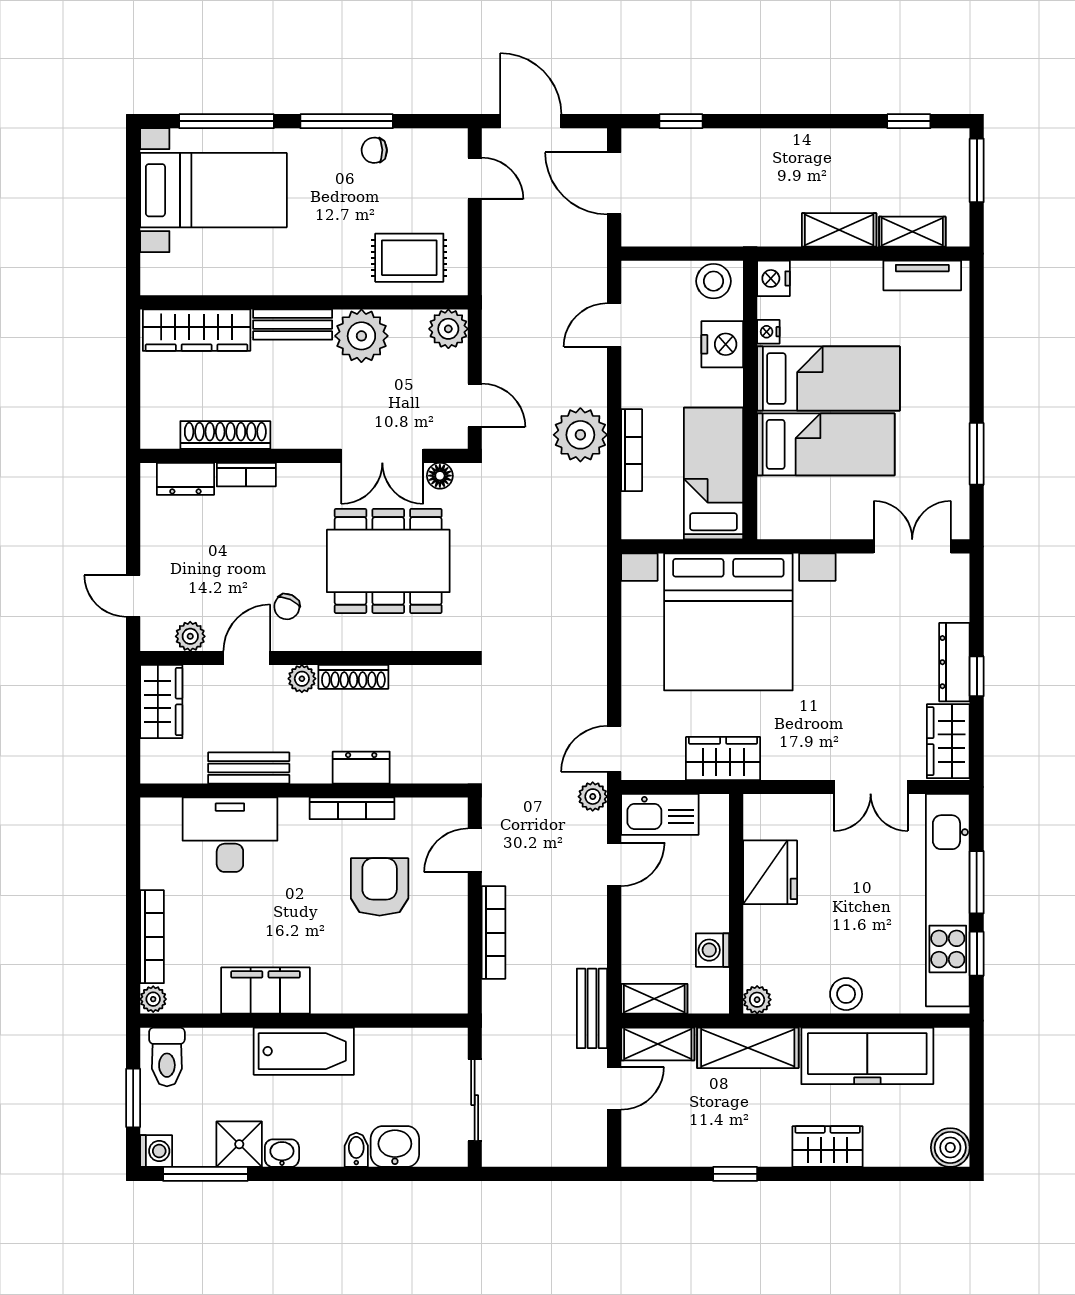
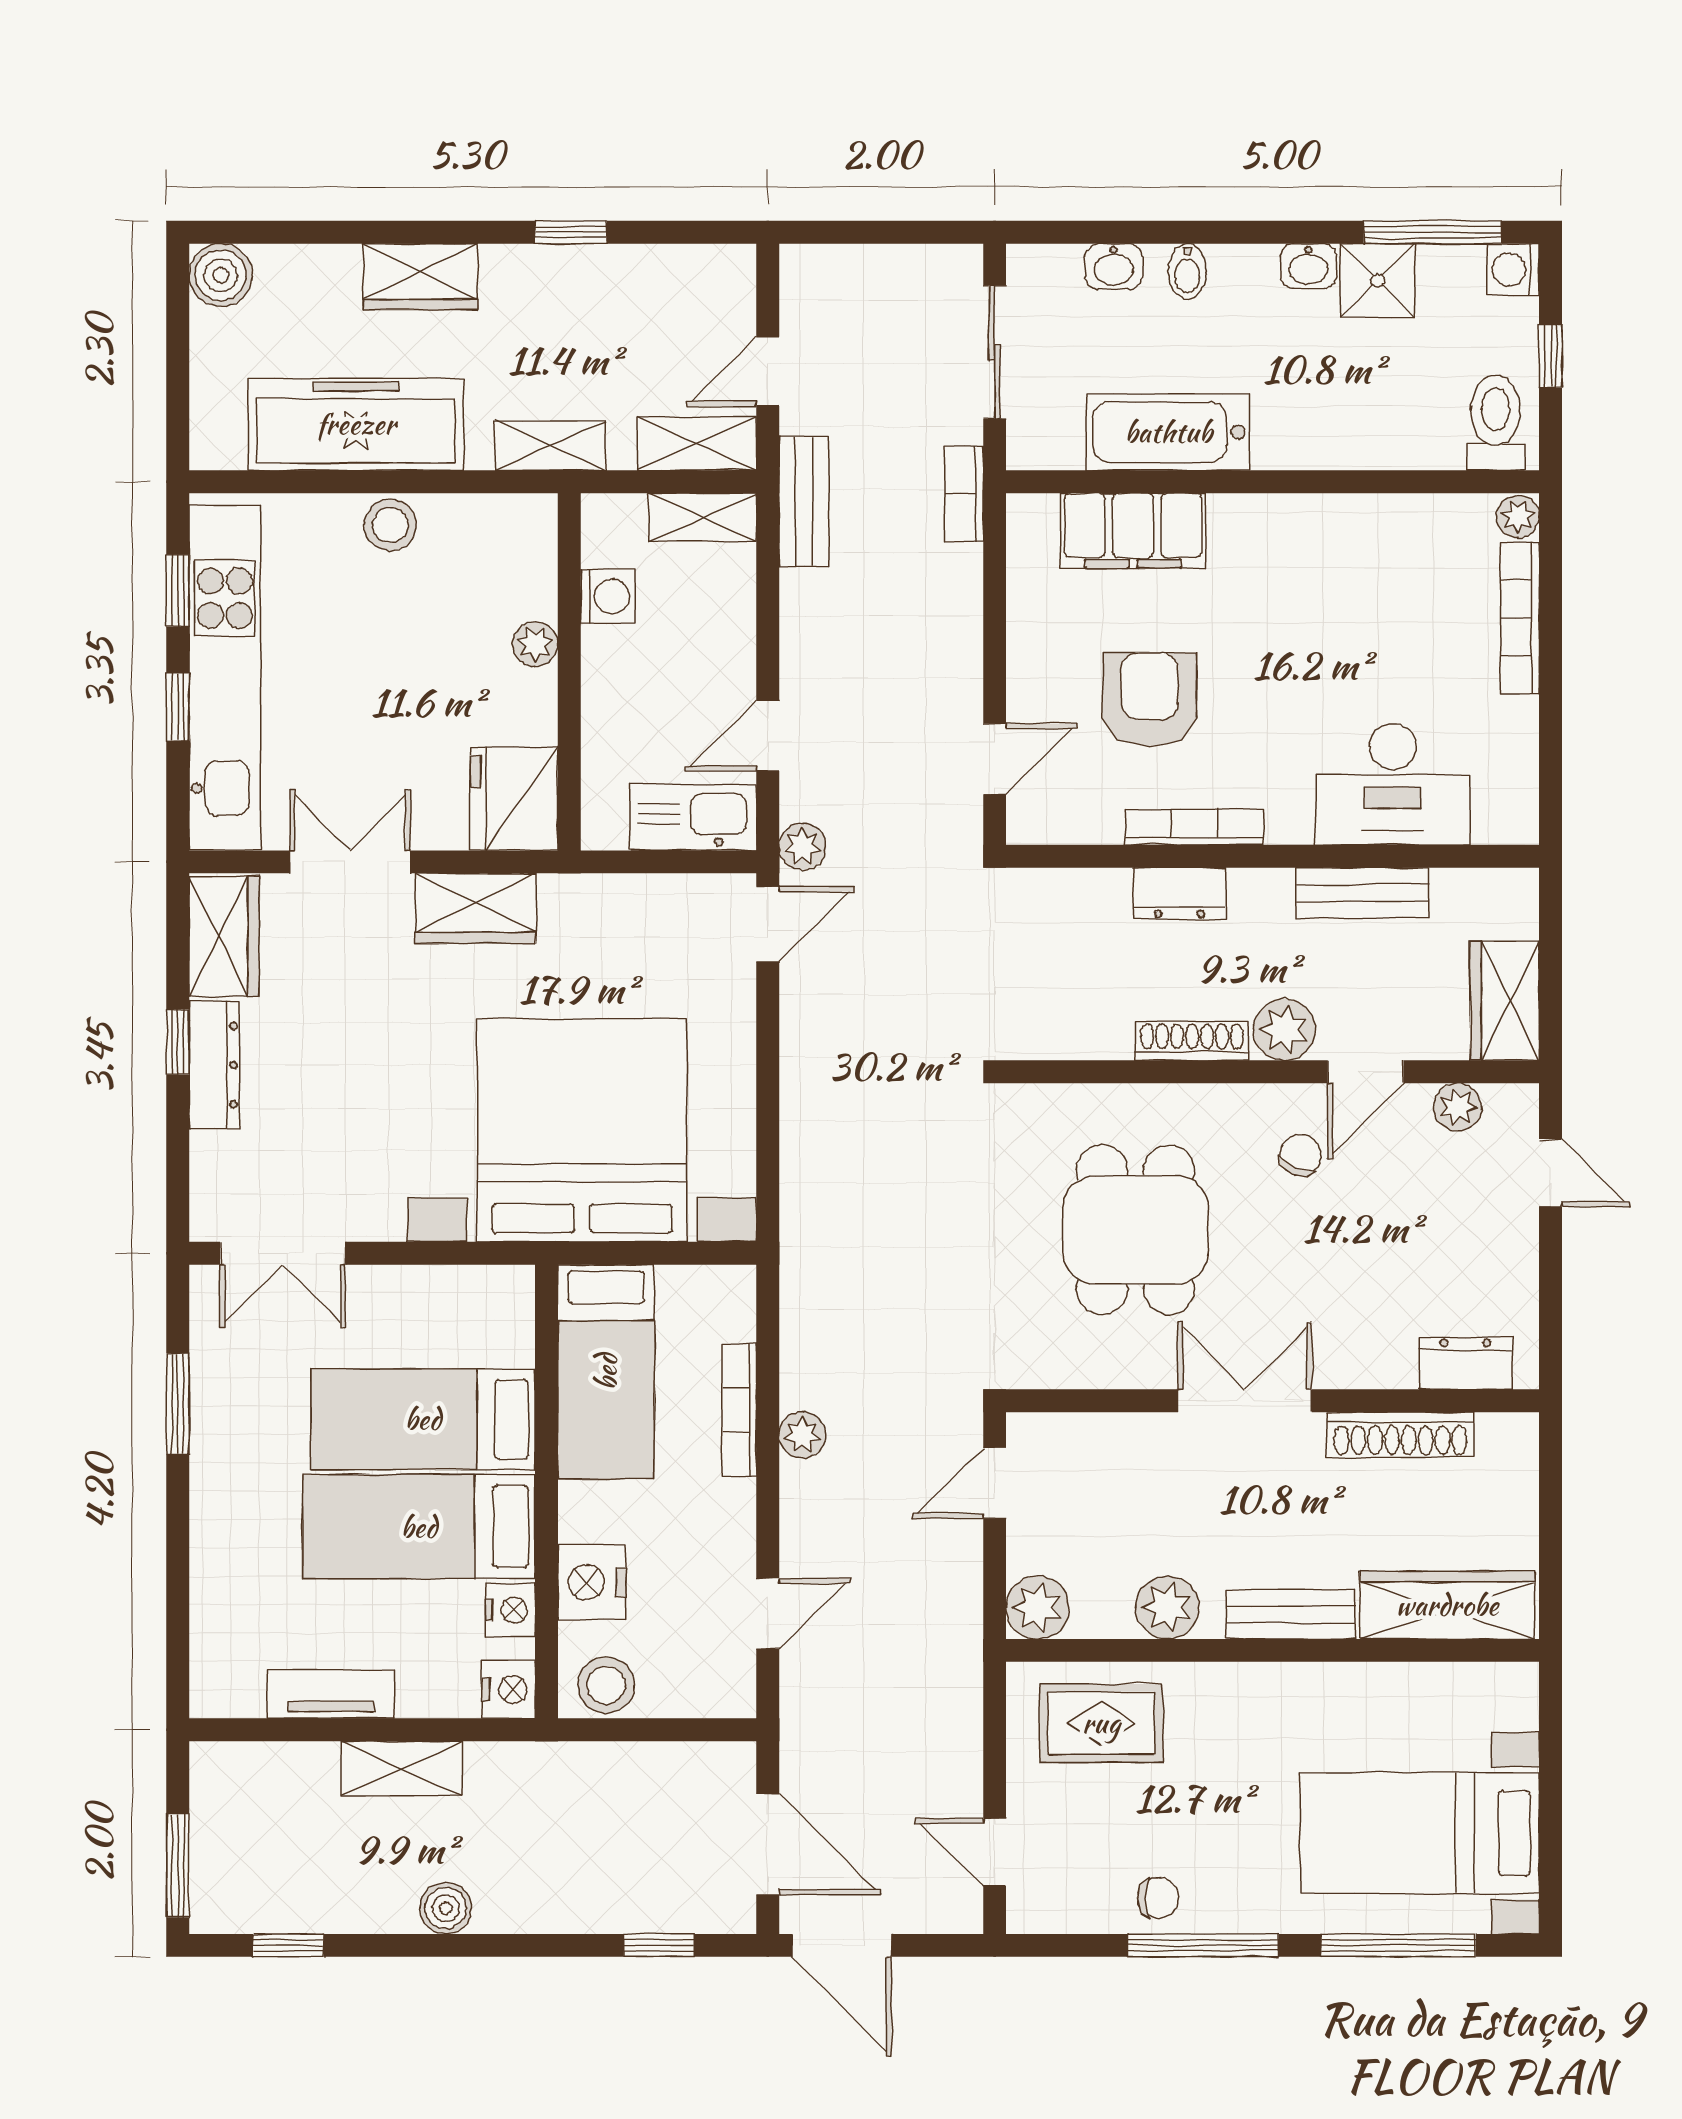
door: (531, 121) -> (842, 1945), moved
boiler: (812, 144) -> (446, 1908), added
shelving: (912, 232) -> (282, 1765), removed
tv unit: (922, 275) -> (331, 1694), moved
nightstand: (768, 332) -> (510, 1610), width x1.39, depth x1.35
plant: (361, 336) -> (1167, 1607), width x0.73, depth x0.73
door: (475, 405) -> (995, 1483), hinge flipped
plant: (580, 435) -> (802, 1435), width x0.53, depth x0.53
double door: (382, 456) -> (1245, 1401), moved
bookcase: (246, 475) -> (1366, 1370), removed
floor lamp: (440, 476) -> (1051, 1368), removed
dining table: (388, 561) -> (1135, 1230), width x0.73
plant: (302, 679) -> (1284, 1030), width x1.38, depth x1.38
wardrobe: (723, 758) -> (475, 908), moved
fridge: (770, 872) -> (514, 799), moved
window: (977, 882) -> (178, 707), width x0.67
armchair: (380, 887) -> (1149, 699), turned 180
bookcase: (494, 933) -> (964, 494), moved, width x0.64
filing cabinet: (265, 991) -> (1133, 531), moved
plant: (757, 1000) -> (535, 644), moved
shelving: (748, 1048) -> (550, 446), width x0.67, depth x0.75
bathtub: (304, 1051) -> (1168, 432), moved
window: (133, 1098) -> (1551, 356), width x0.67
washbasin: (395, 1147) -> (1114, 267), width x0.72, depth x0.69

